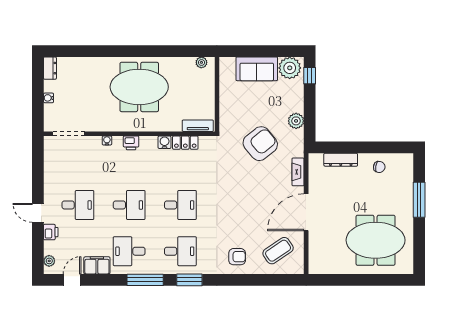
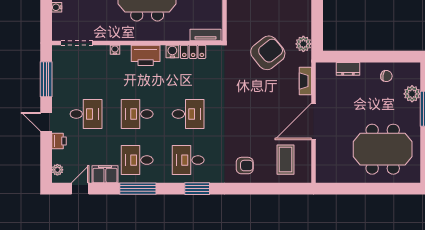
plant: (296, 121) -> (303, 44), moved
printer: (131, 143) -> (146, 55), width x1.87, depth x1.48
dresser: (341, 160) -> (348, 69), width x0.70
window: (38, 170) -> (46, 79), added
plant: (405, 185) -> (412, 94), added
desk: (129, 205) -> (137, 114), turned 180
desk: (180, 251) -> (188, 160), turned 180
coffee table: (278, 251) -> (286, 160), turned -56
window: (145, 280) -> (138, 189), moved

